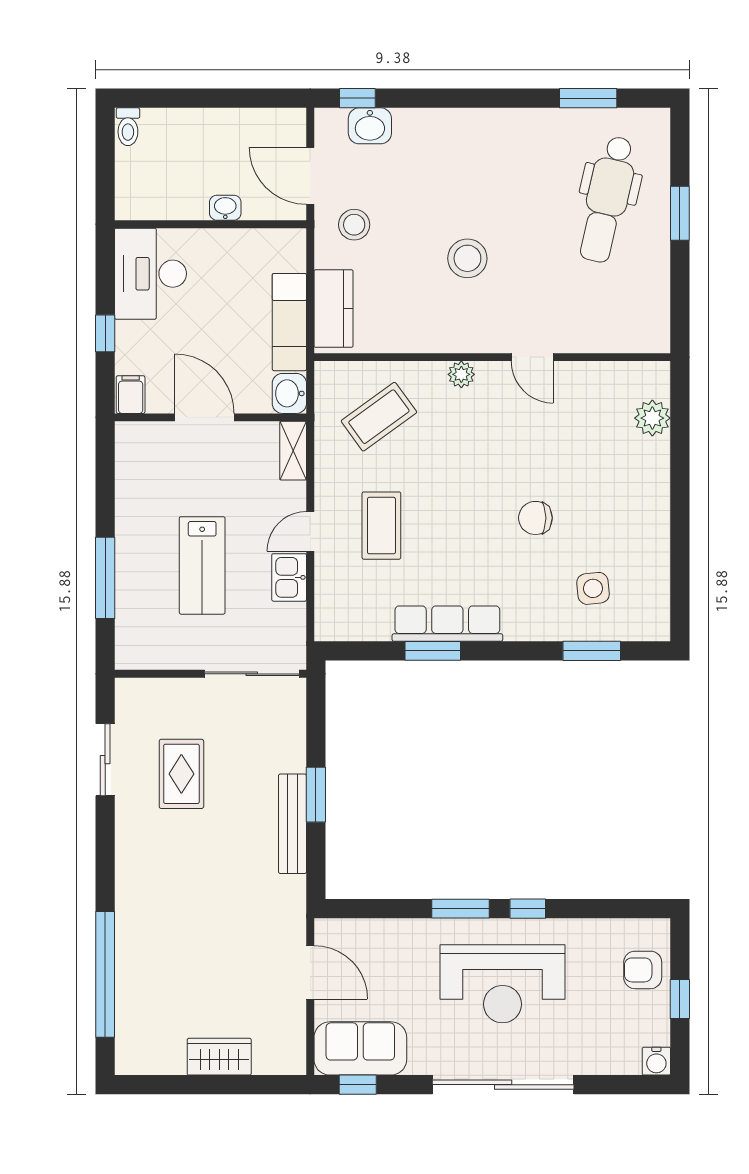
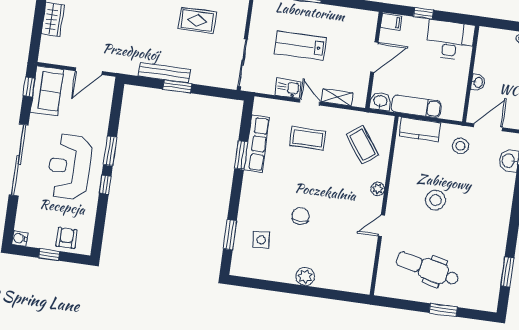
dental chair: (607, 199) -> (428, 269), moved
plant: (652, 418) -> (305, 276), moved
shelving: (293, 451) -> (337, 97), moved
row of seats: (447, 624) -> (257, 144), moved

